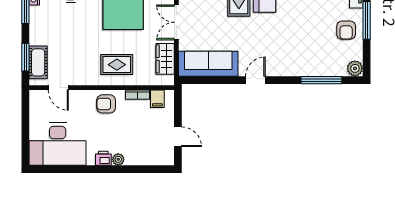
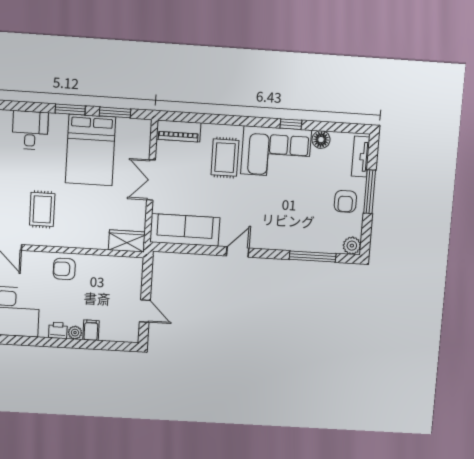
wardrobe: (165, 59) -> (127, 241), moved, turned 90
rug: (117, 65) -> (42, 209), moved, turned 90
bookcase: (137, 95) -> (101, 260), removed
filing cabinet: (157, 99) -> (91, 330), moved, turned 180

